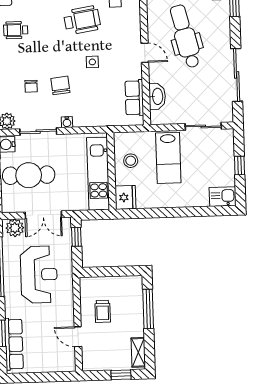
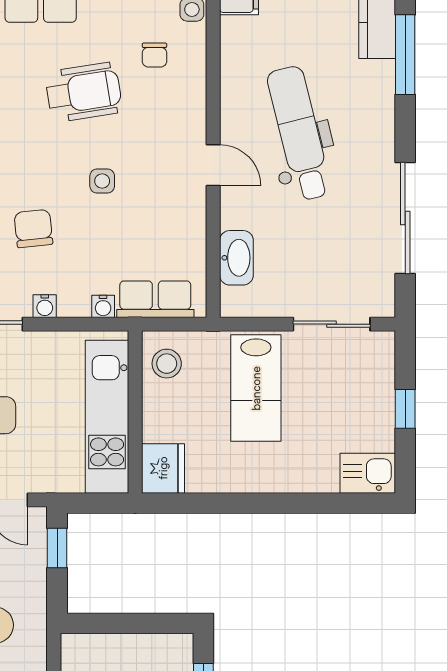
row of seats: (134, 98) -> (155, 299), moved, turned 90
water cooler: (95, 121) -> (103, 306), added
stool: (131, 161) -> (167, 364), moved

